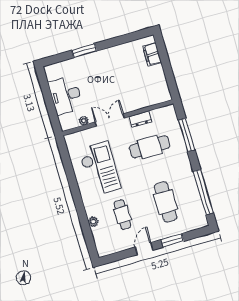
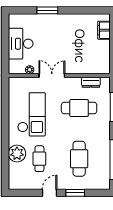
dresser: (140, 119) -> (91, 82), moved
plant: (93, 222) -> (17, 154), width x1.87, depth x1.87

